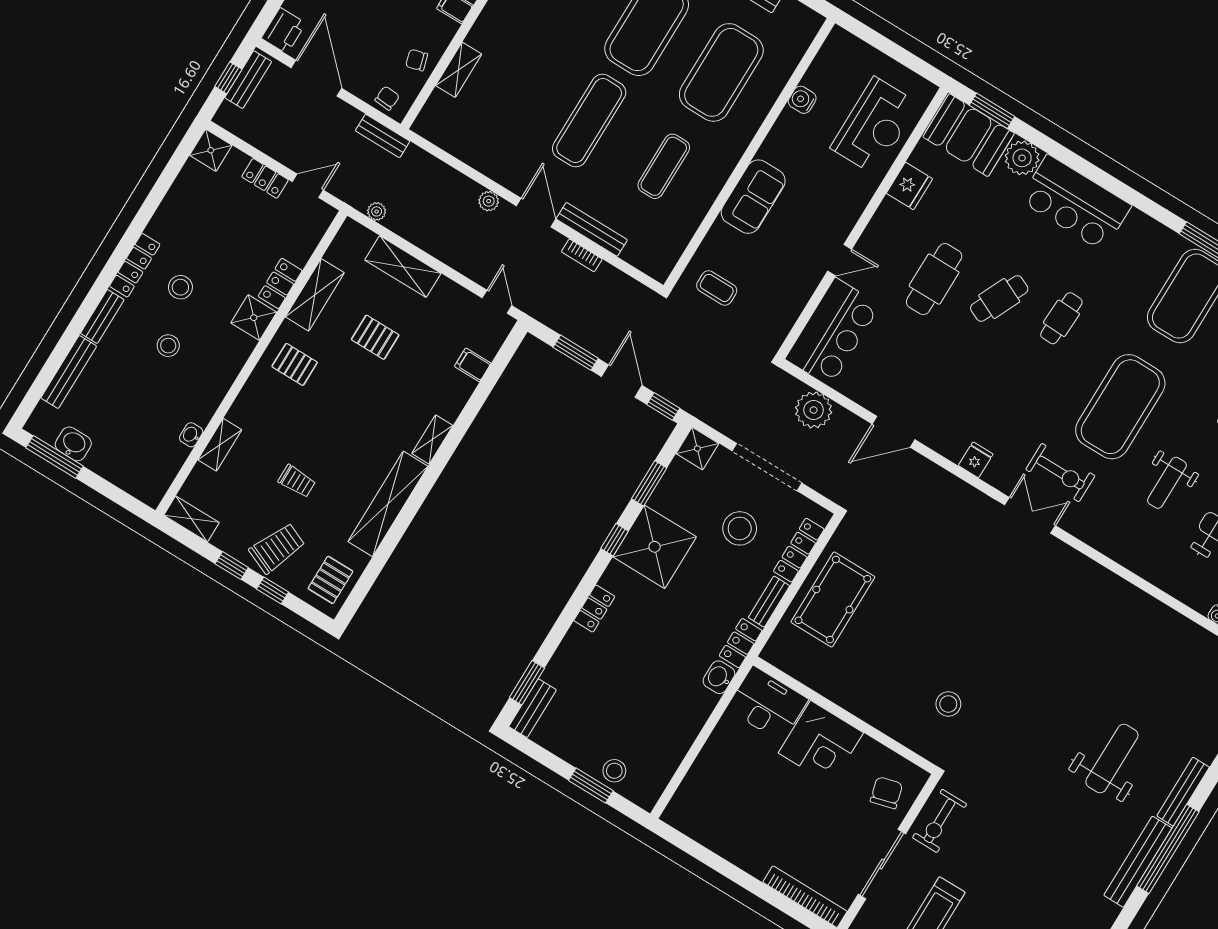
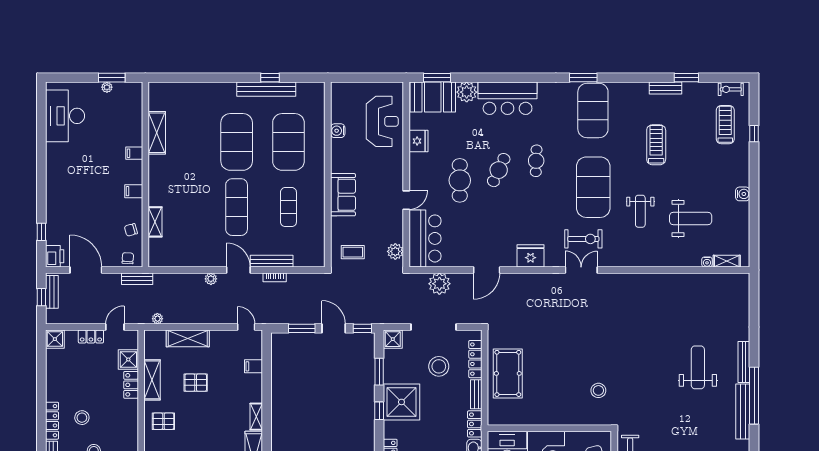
shower: (254, 318) -> (128, 359), moved
plant: (778, 325) -> (395, 251), added
fridge: (976, 460) -> (531, 256), width x1.88, depth x1.34

